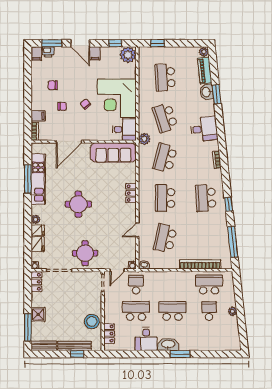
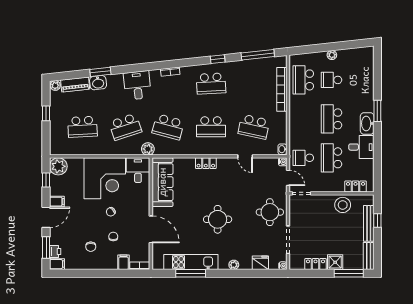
window: (158, 43) -> (46, 113), moved
fridge: (38, 230) -> (245, 263), removed
locker: (36, 282) -> (316, 264), moved

